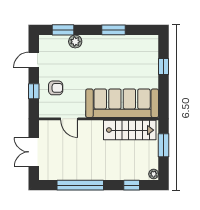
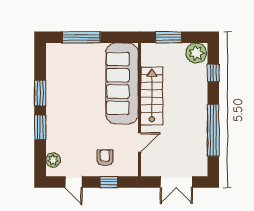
window: (63, 30) -> (40, 127), moved
plant: (75, 42) -> (53, 160), moved
window: (164, 67) -> (81, 37), width x2.17
stairs: (130, 130) -> (152, 96), moved
plant: (154, 174) -> (196, 53), width x1.88, depth x1.88

